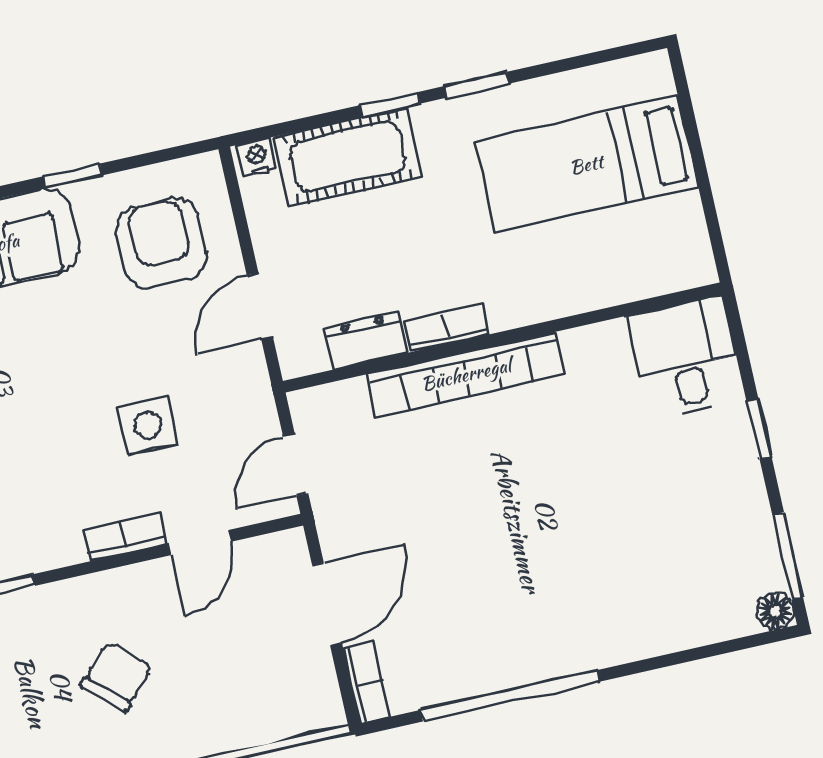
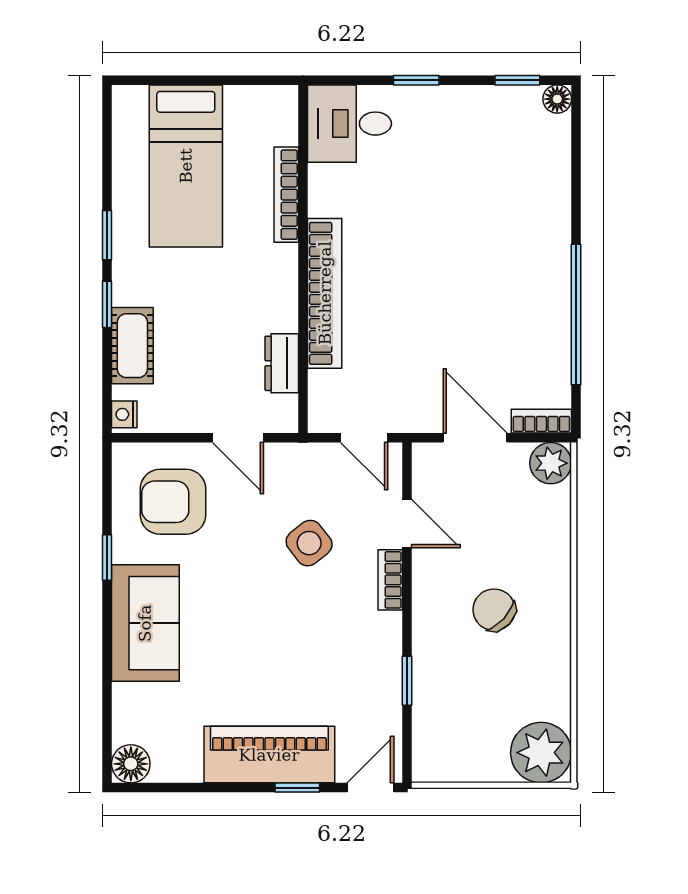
cot: (348, 157) -> (132, 346), width x0.73, depth x0.75
bookcase: (446, 328) -> (286, 195), moved, width x1.56
side table: (148, 425) -> (309, 543), turned -38
window: (788, 556) -> (517, 80), width x0.67
plant: (317, 706) -> (551, 463), added

